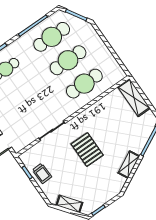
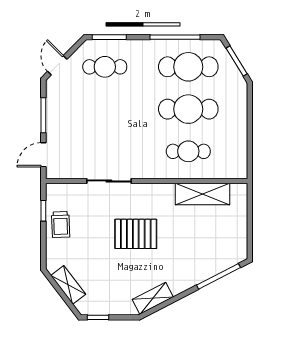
cafe table: (84, 84) -> (188, 151), width x0.73, depth x0.74
shelving: (134, 98) -> (202, 194), moved, turned 90
pallet: (87, 150) -> (136, 234), turned 90
shelving: (129, 165) -> (153, 298), moved

